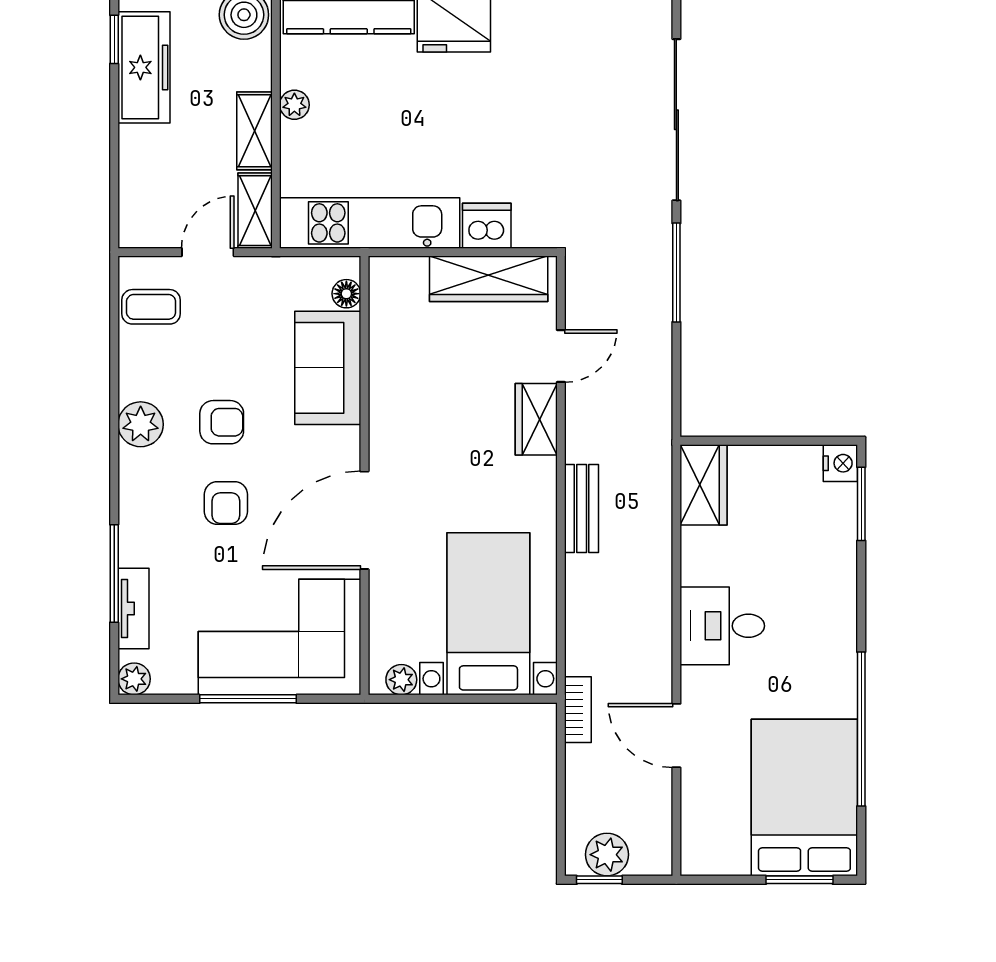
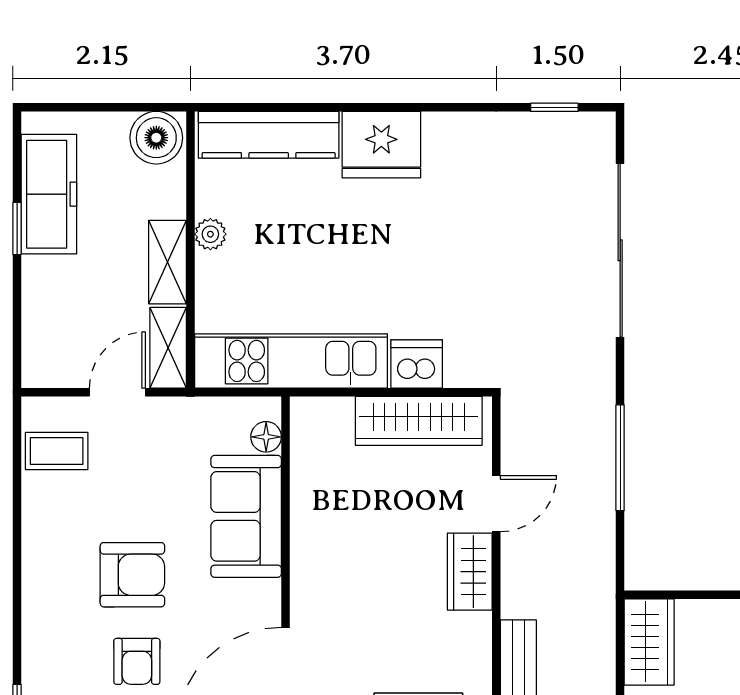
window: (114, 39) -> (17, 228), moved
window: (676, 273) -> (620, 458), moved
armchair: (222, 422) -> (132, 575), width x1.38, depth x1.38
plant: (141, 424) -> (45, 577), removed

